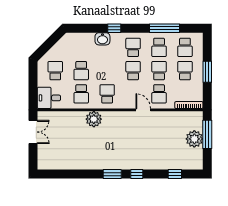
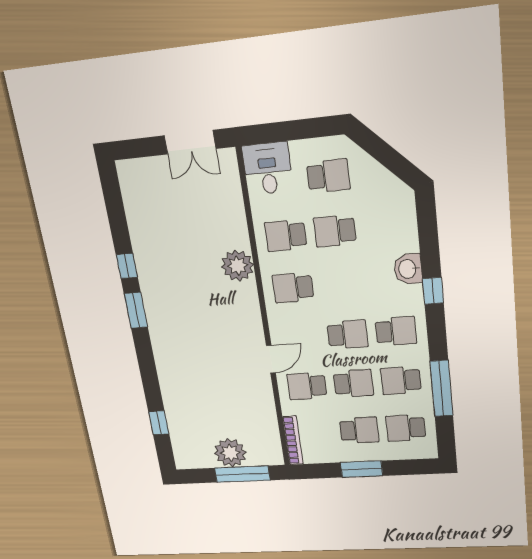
school desk: (107, 94) -> (293, 288), turned 180
window: (137, 174) -> (127, 266), moved

